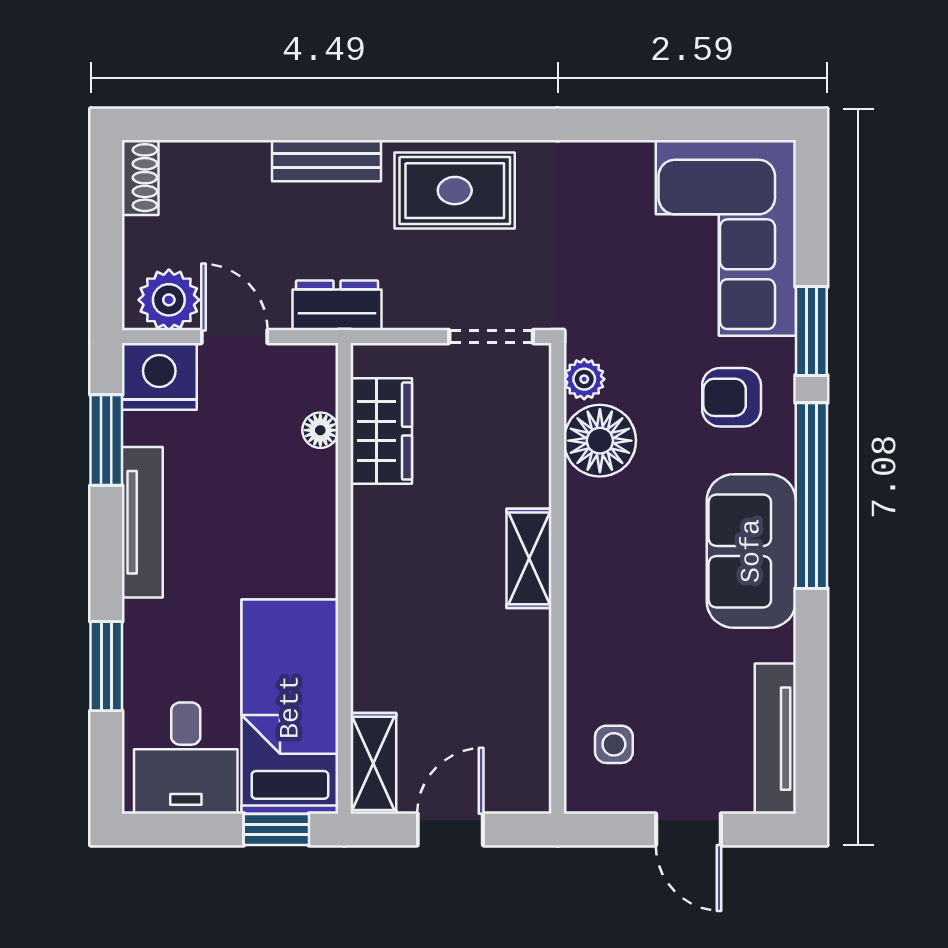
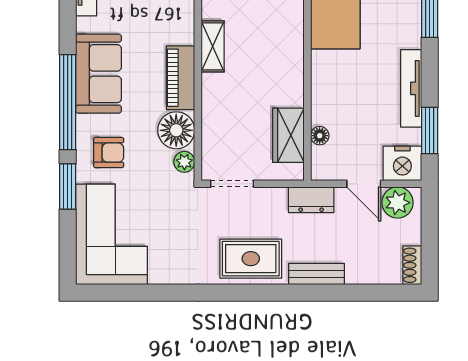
piano: (592, 543) -> (180, 78), added
shelving: (529, 558) -> (213, 46), moved

